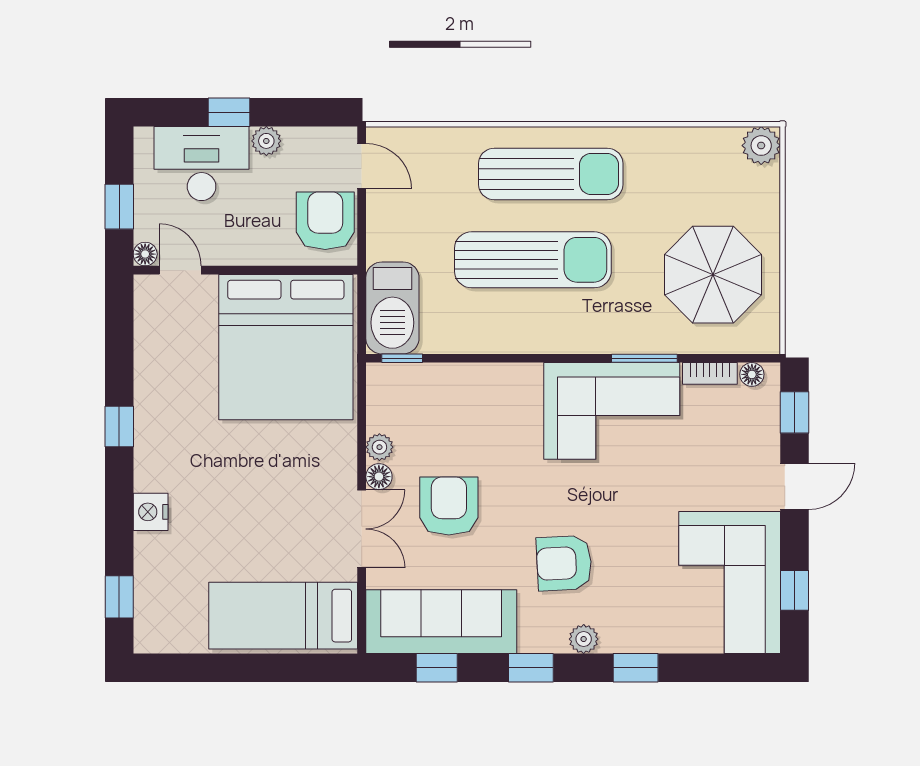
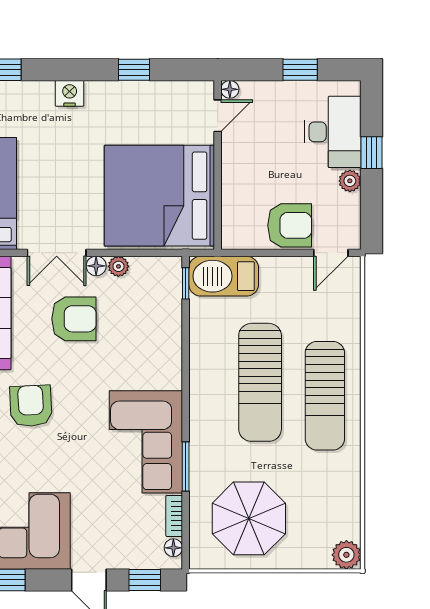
floor lamp: (145, 254) -> (230, 89), moved
door: (180, 270) -> (218, 116), moved
wall: (245, 270) -> (218, 165), moved
bed: (286, 347) -> (159, 196), moved

